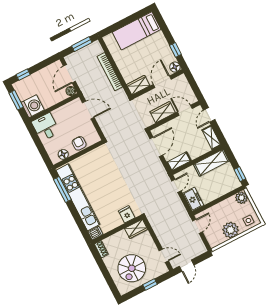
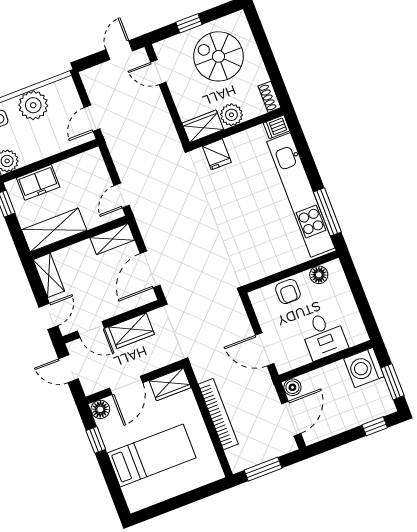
bed: (137, 31) -> (152, 455), moved
door: (195, 87) -> (69, 369), added
desk: (46, 127) -> (324, 336), moved
freezer: (193, 199) -> (38, 182), moved, turned -90
plant: (121, 237) -> (231, 115), added
spiral stairs: (132, 268) -> (219, 56), turned -90

